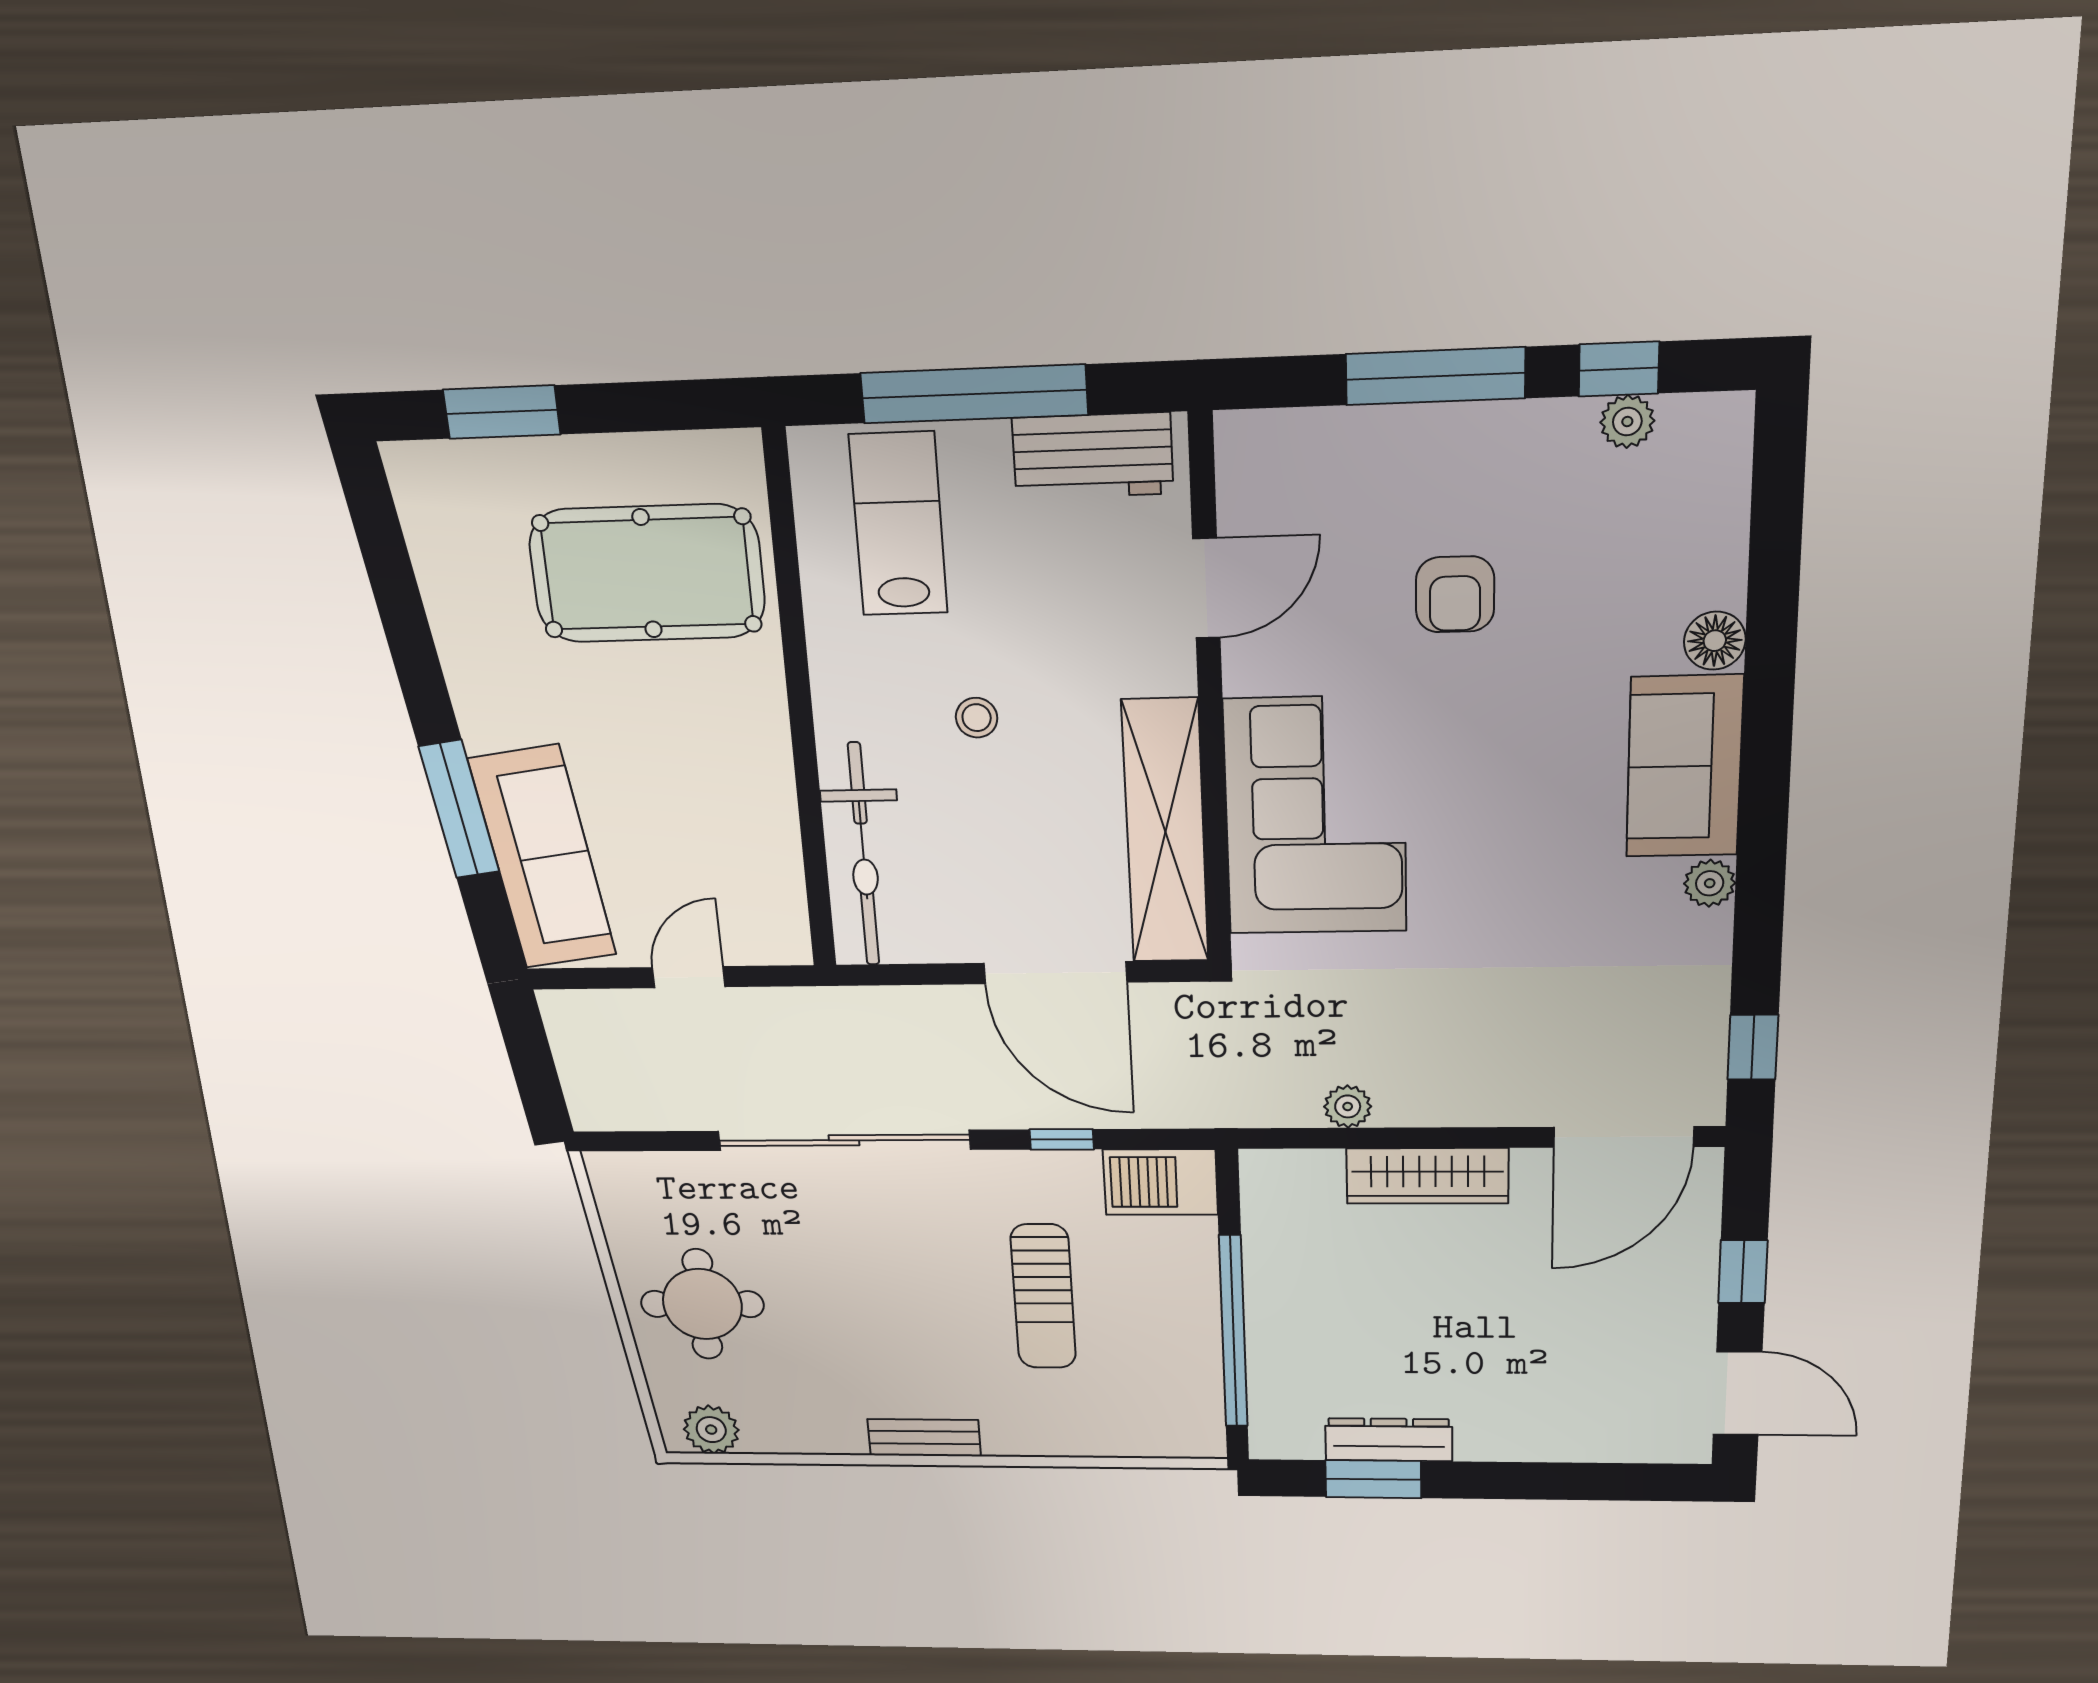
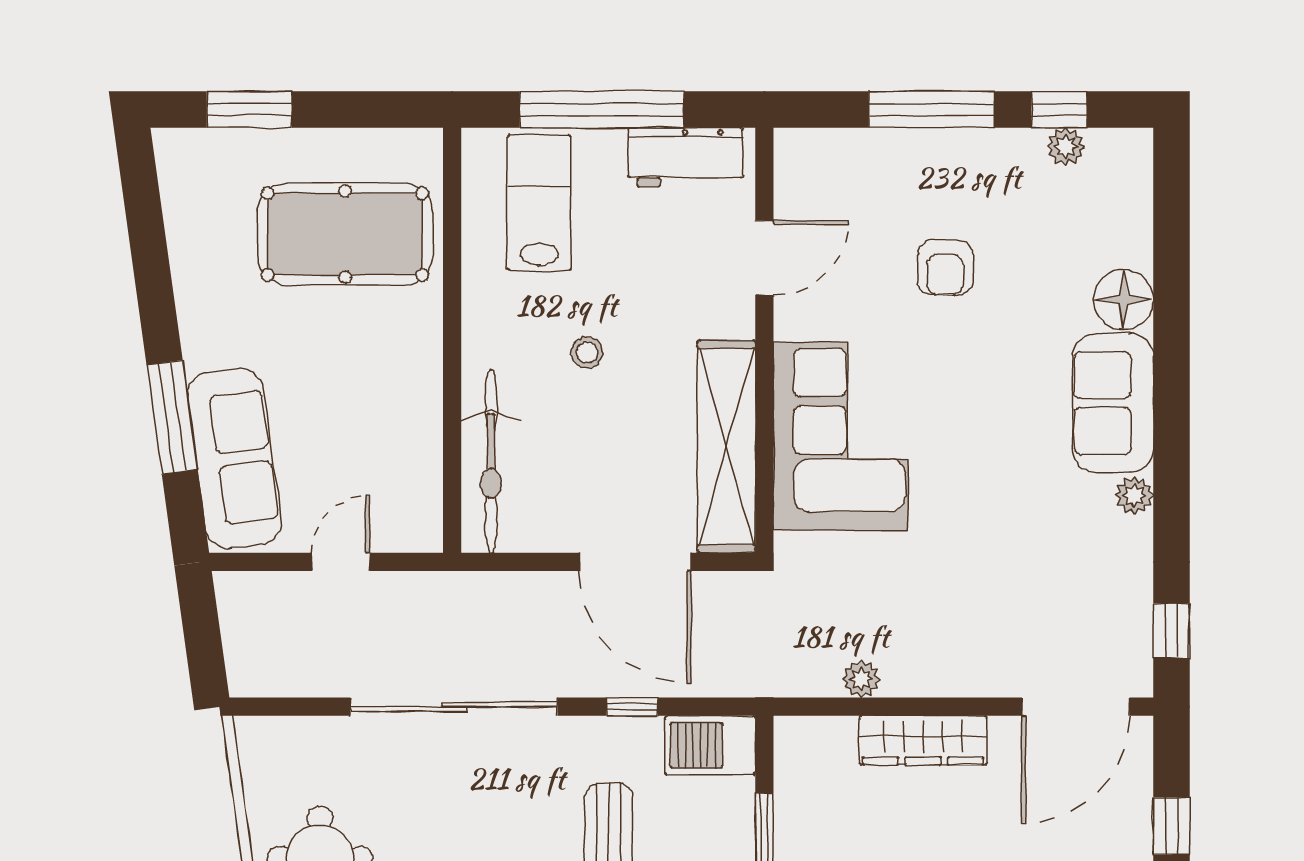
floor lamp: (1715, 641) -> (1123, 299), width x1.38, depth x1.38

